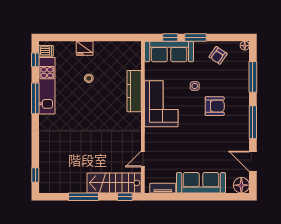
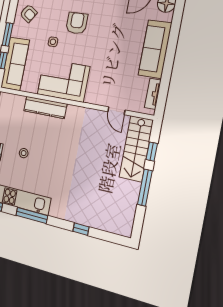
window: (35, 175) -> (81, 229), moved
window: (125, 197) -> (152, 152), moved

